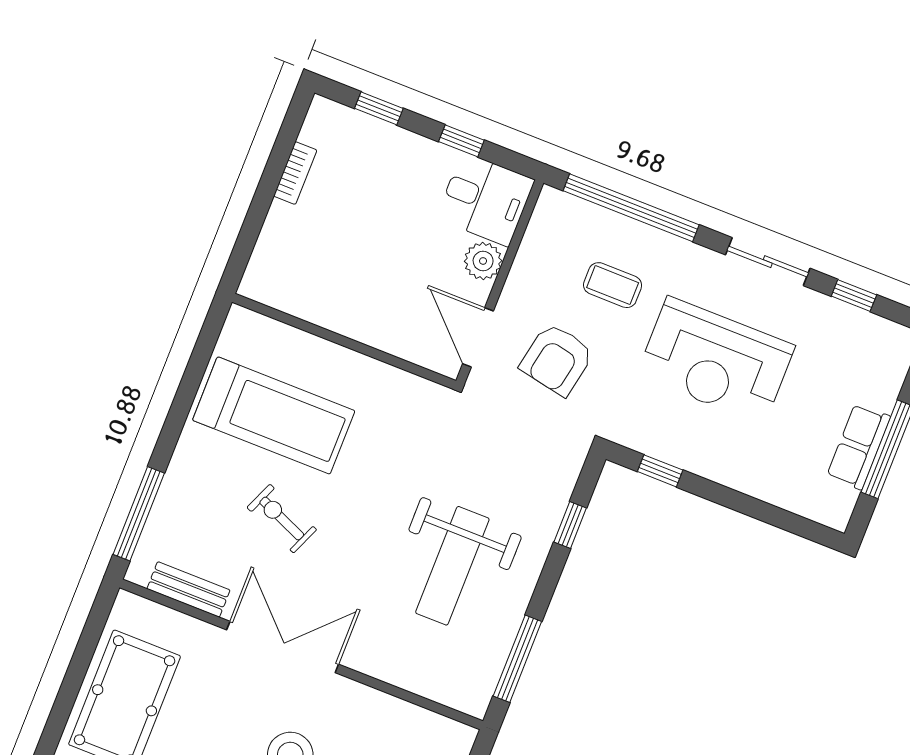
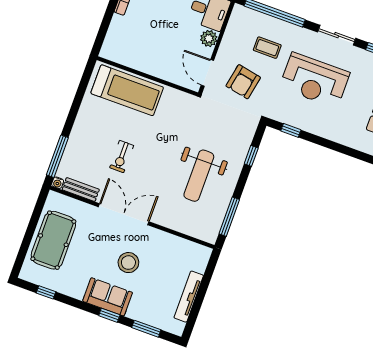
treadmill: (274, 415) -> (127, 90), moved
exercise bike: (282, 519) -> (122, 157), turned -113
water cooler: (138, 573) -> (58, 183), added

